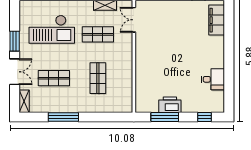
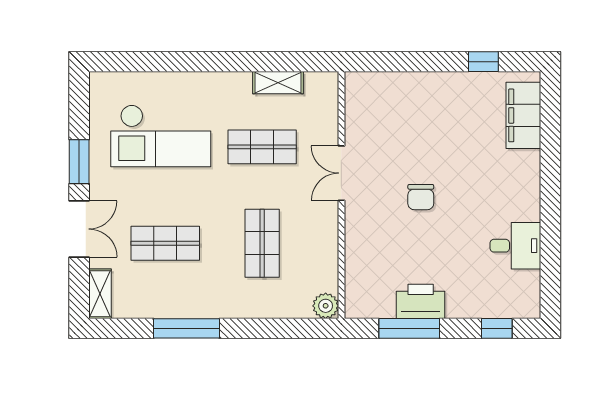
double door: (134, 20) -> (341, 173), moved
chair: (170, 57) -> (421, 197), added
plant: (127, 107) -> (326, 306), added

